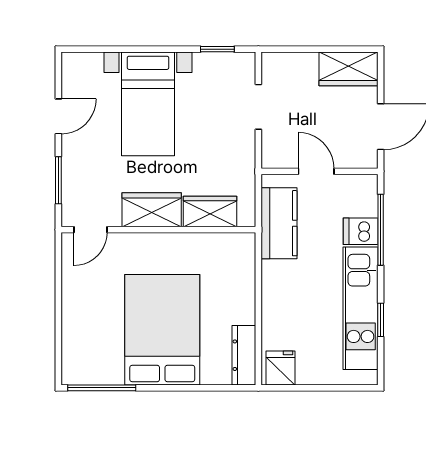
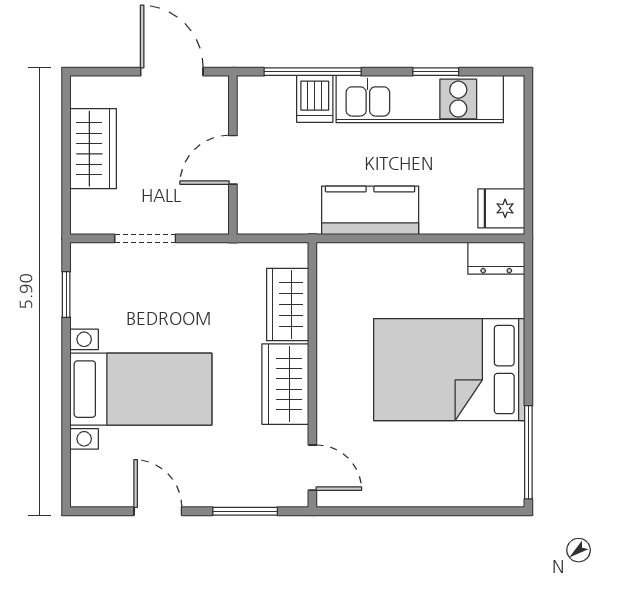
wardrobe: (348, 69) -> (93, 149), moved
kitchen counter: (279, 223) -> (370, 210), moved
dresser: (244, 355) -> (496, 258), width x0.70

